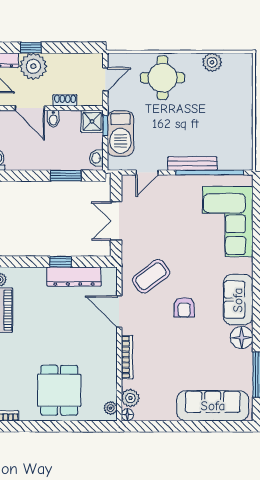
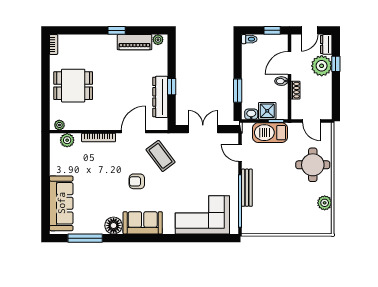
shower: (92, 121) -> (267, 111), moved
floor lamp: (127, 415) -> (55, 138), removed

